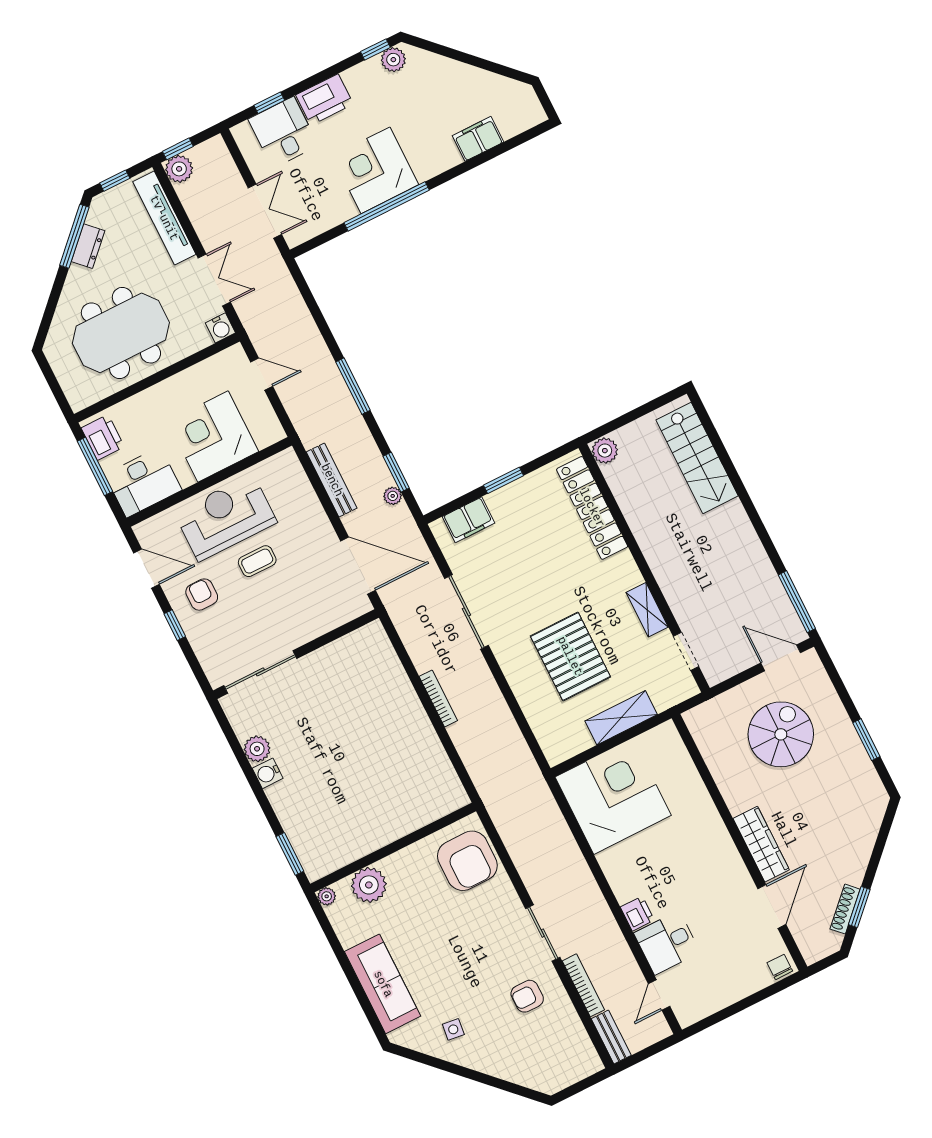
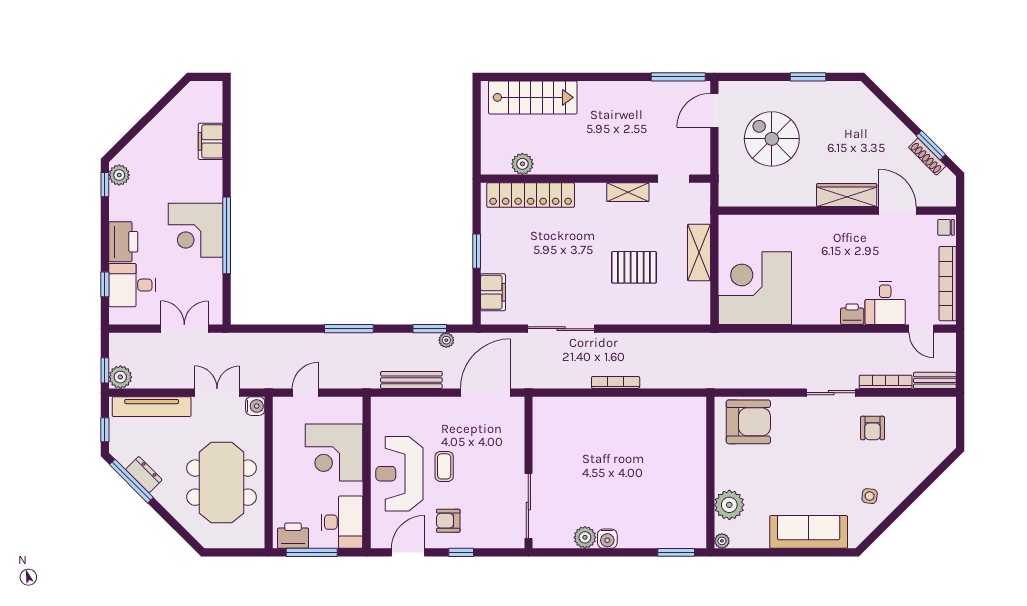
plant: (605, 451) -> (522, 164), moved
pallet: (570, 656) -> (634, 267), width x0.73, depth x0.71
bookcase: (721, 999) -> (948, 284), added

